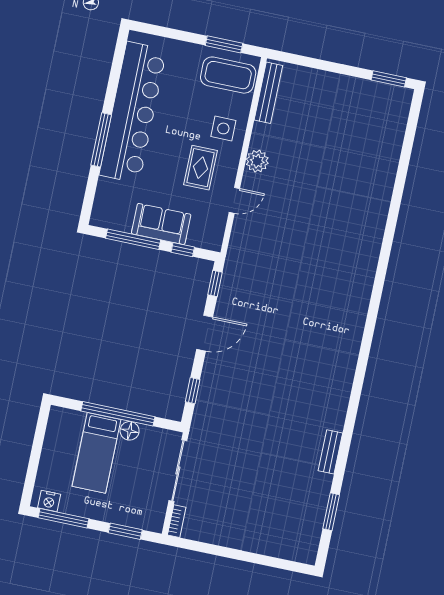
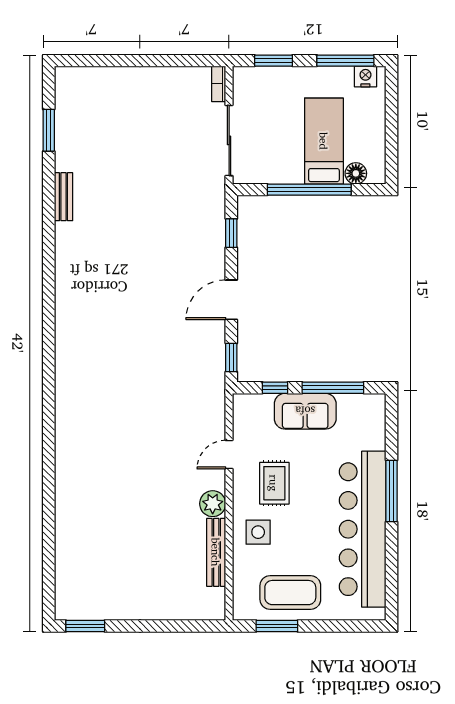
coffee table: (228, 75) -> (290, 593), moved
bench: (268, 93) -> (216, 552), moved
floor lamp: (130, 431) -> (356, 173), moved

